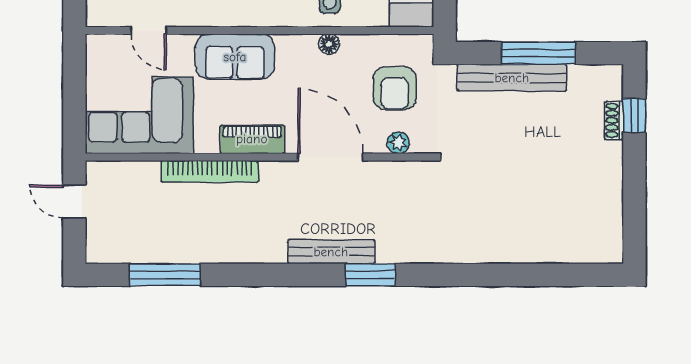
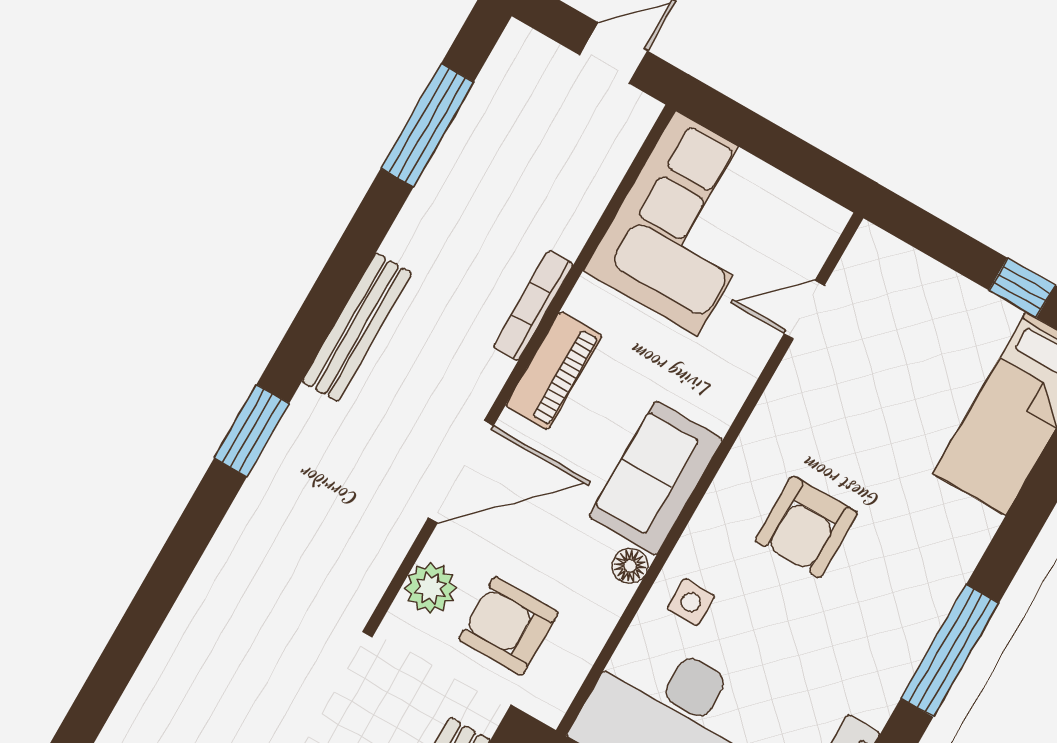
sofa: (235, 57) -> (656, 478), moved
plant: (398, 143) -> (430, 588), width x1.38, depth x1.38
bookcase: (210, 171) -> (533, 306), width x0.68, depth x0.76
bench: (331, 252) -> (357, 327), moved

